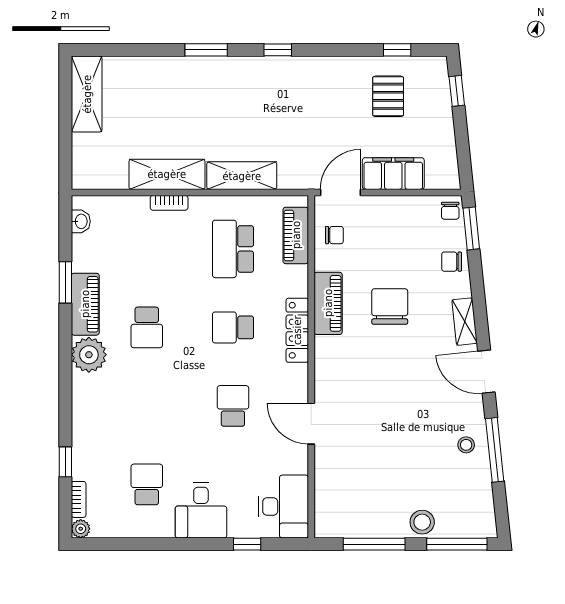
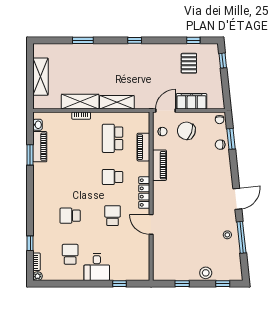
window: (206, 50) -> (83, 40), moved
shelving: (87, 94) -> (40, 77), moved
window: (471, 228) -> (231, 139), moved
piano: (296, 235) -> (143, 147), moved
piano: (85, 304) -> (40, 147), moved
chair: (390, 307) -> (186, 131), moved, turned -70
shelving: (465, 322) -> (227, 174), removed
school desk: (147, 327) -> (70, 216), moved, turned 90
locker: (297, 330) -> (144, 193), moved
plant: (89, 355) -> (42, 190), removed
door: (486, 372) -> (237, 199), swing flipped
desk: (284, 507) -> (137, 265), removed
window: (374, 544) -> (182, 284), width x0.46
window: (457, 544) -> (223, 284), width x0.46

